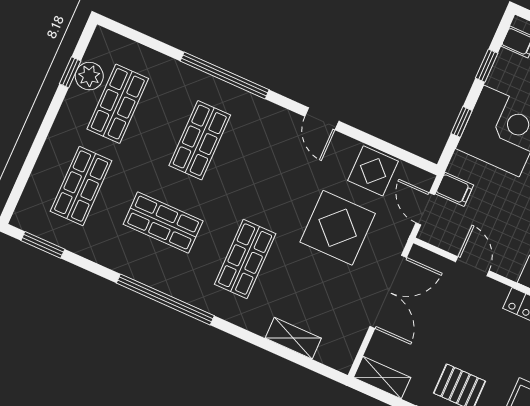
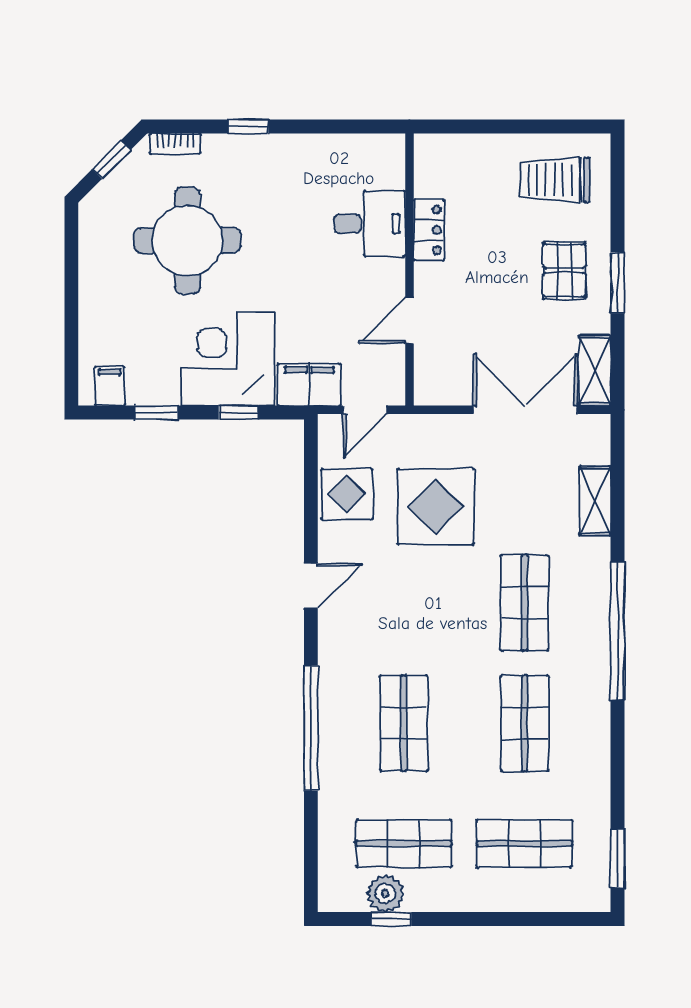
shop shelf: (200, 140) -> (404, 723), turned 90
filing cabinet: (454, 189) -> (309, 385), width x2.00
shop shelf: (245, 259) -> (525, 603), turned 90
double door: (388, 292) -> (525, 410), moved
window: (165, 299) -> (617, 631), moved

